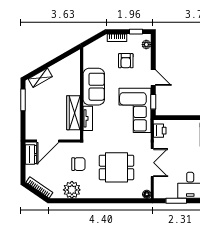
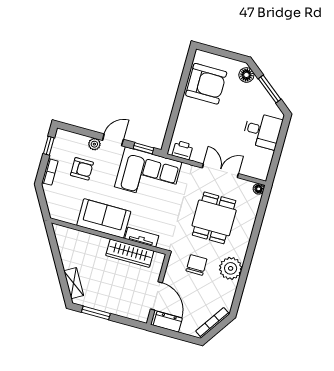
plant: (146, 45) -> (94, 144), moved
plant: (72, 190) -> (231, 268), moved
window: (176, 201) -> (277, 154), removed

